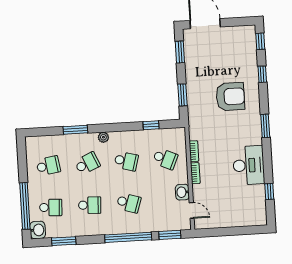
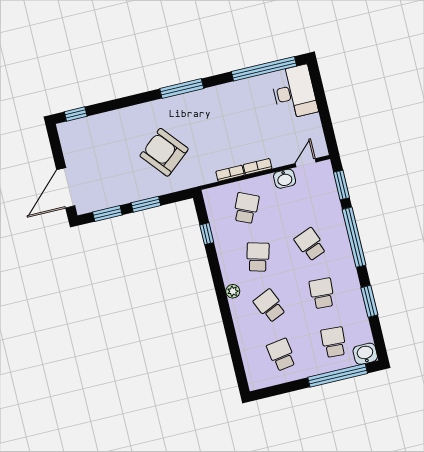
window: (262, 74) -> (117, 104), removed
window: (182, 95) -> (146, 204), moved
armchair: (230, 97) -> (164, 152), moved, turned -40
window: (265, 126) -> (182, 88), width x1.44
window: (75, 130) -> (230, 329), removed
desk: (249, 165) -> (294, 92), moved, turned 90
window: (269, 191) -> (264, 69), width x3.17
school desk: (129, 203) -> (310, 244), turned -39
window: (64, 241) -> (369, 301), moved

